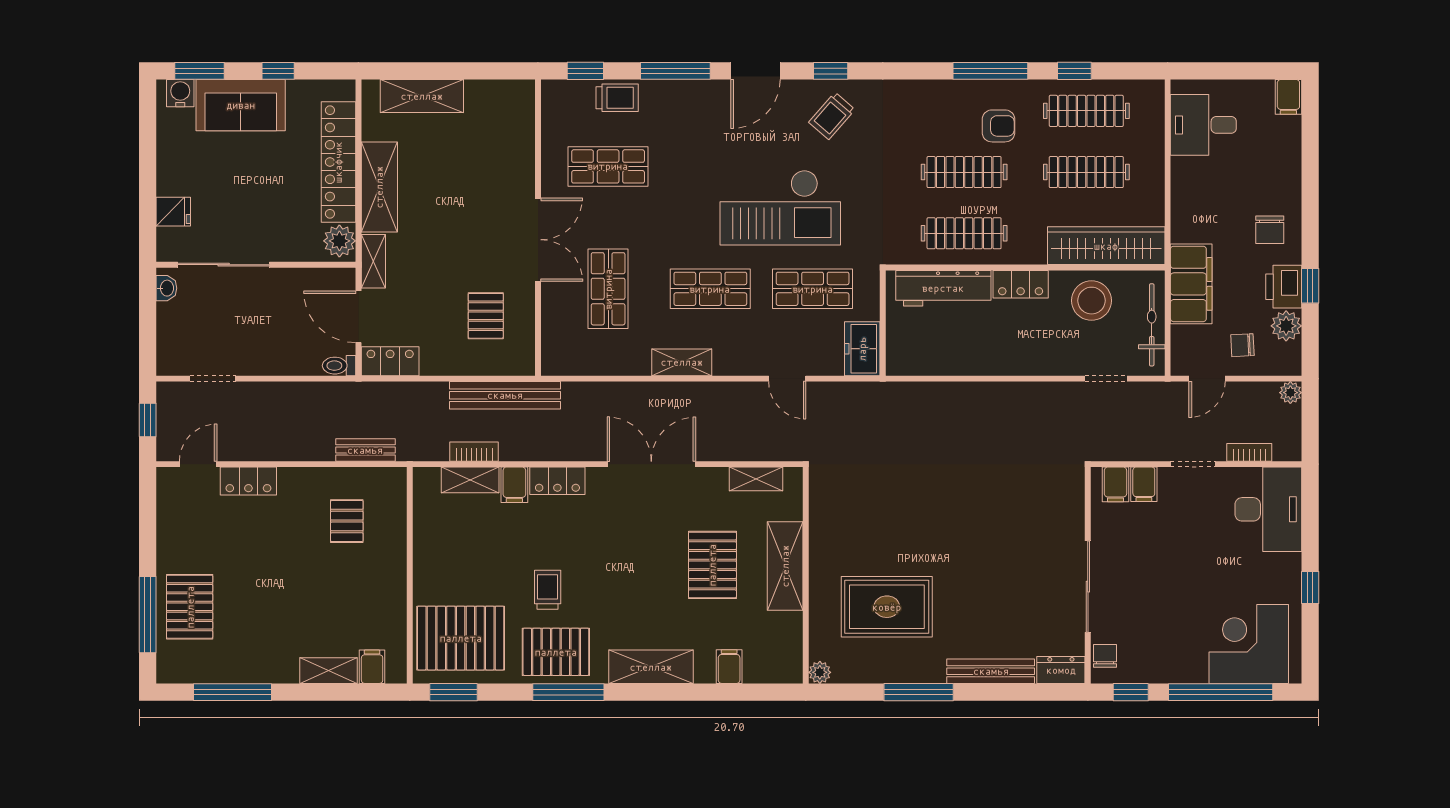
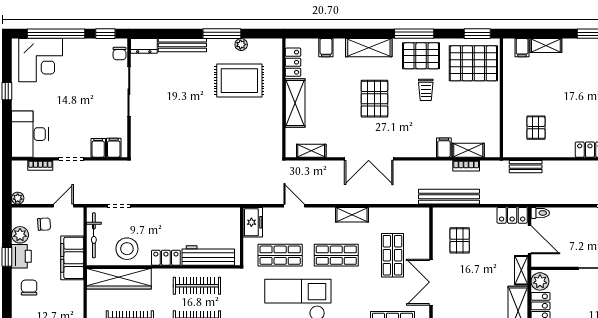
locker: (557, 481) -> (293, 62), moved, turned 90
pallet: (712, 565) -> (374, 99), moved
plant: (820, 672) -> (241, 44), moved

